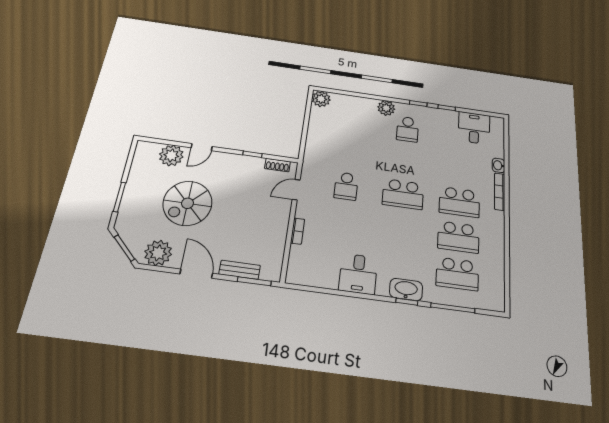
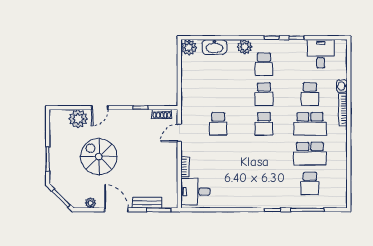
school desk: (405, 161) -> (264, 94), added
school desk: (460, 169) -> (310, 94), added
school desk: (403, 194) -> (264, 124), width x0.54
spiral stairs: (187, 203) -> (99, 157), turned 90
plant: (158, 253) -> (91, 203), width x0.53, depth x0.53
desk: (358, 274) -> (195, 192), moved, turned 90
school desk: (457, 274) -> (310, 183), width x0.54
washbasin: (406, 290) -> (214, 47), moved, turned 180

